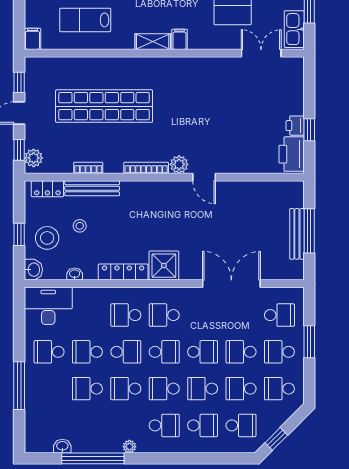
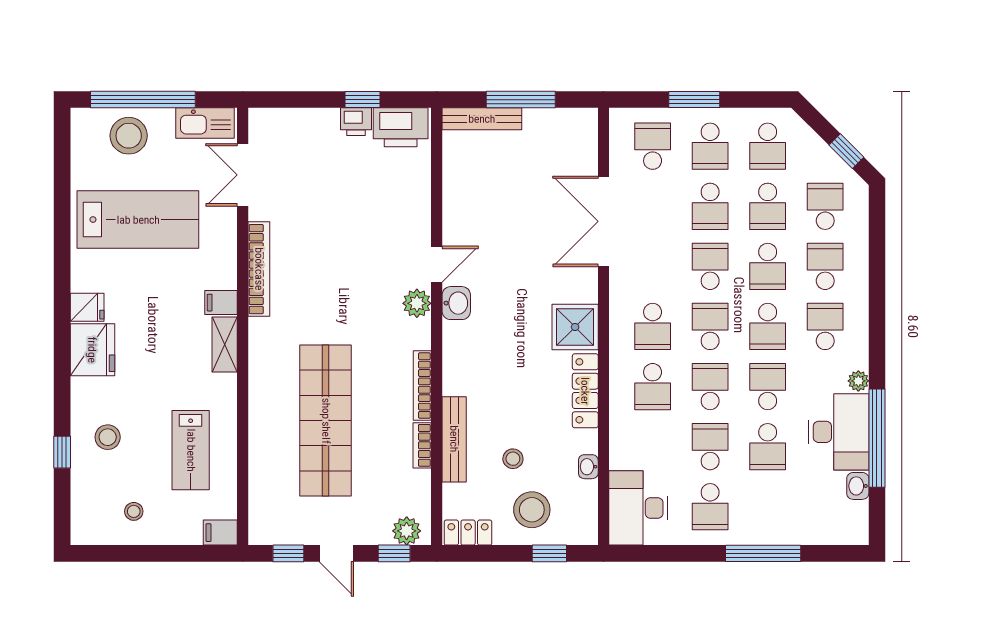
bookcase: (201, 63) -> (259, 269), added
bookcase: (146, 168) -> (422, 386), moved
locker: (47, 189) -> (468, 533), moved, turned -90
window: (19, 234) -> (549, 553), moved
bench: (297, 234) -> (482, 119), moved
washbasin: (33, 270) -> (456, 303), moved, turned 90
school desk: (87, 352) -> (710, 447), turned 180
school desk: (126, 389) -> (768, 387), turned 180
desk: (97, 434) -> (839, 432), added

